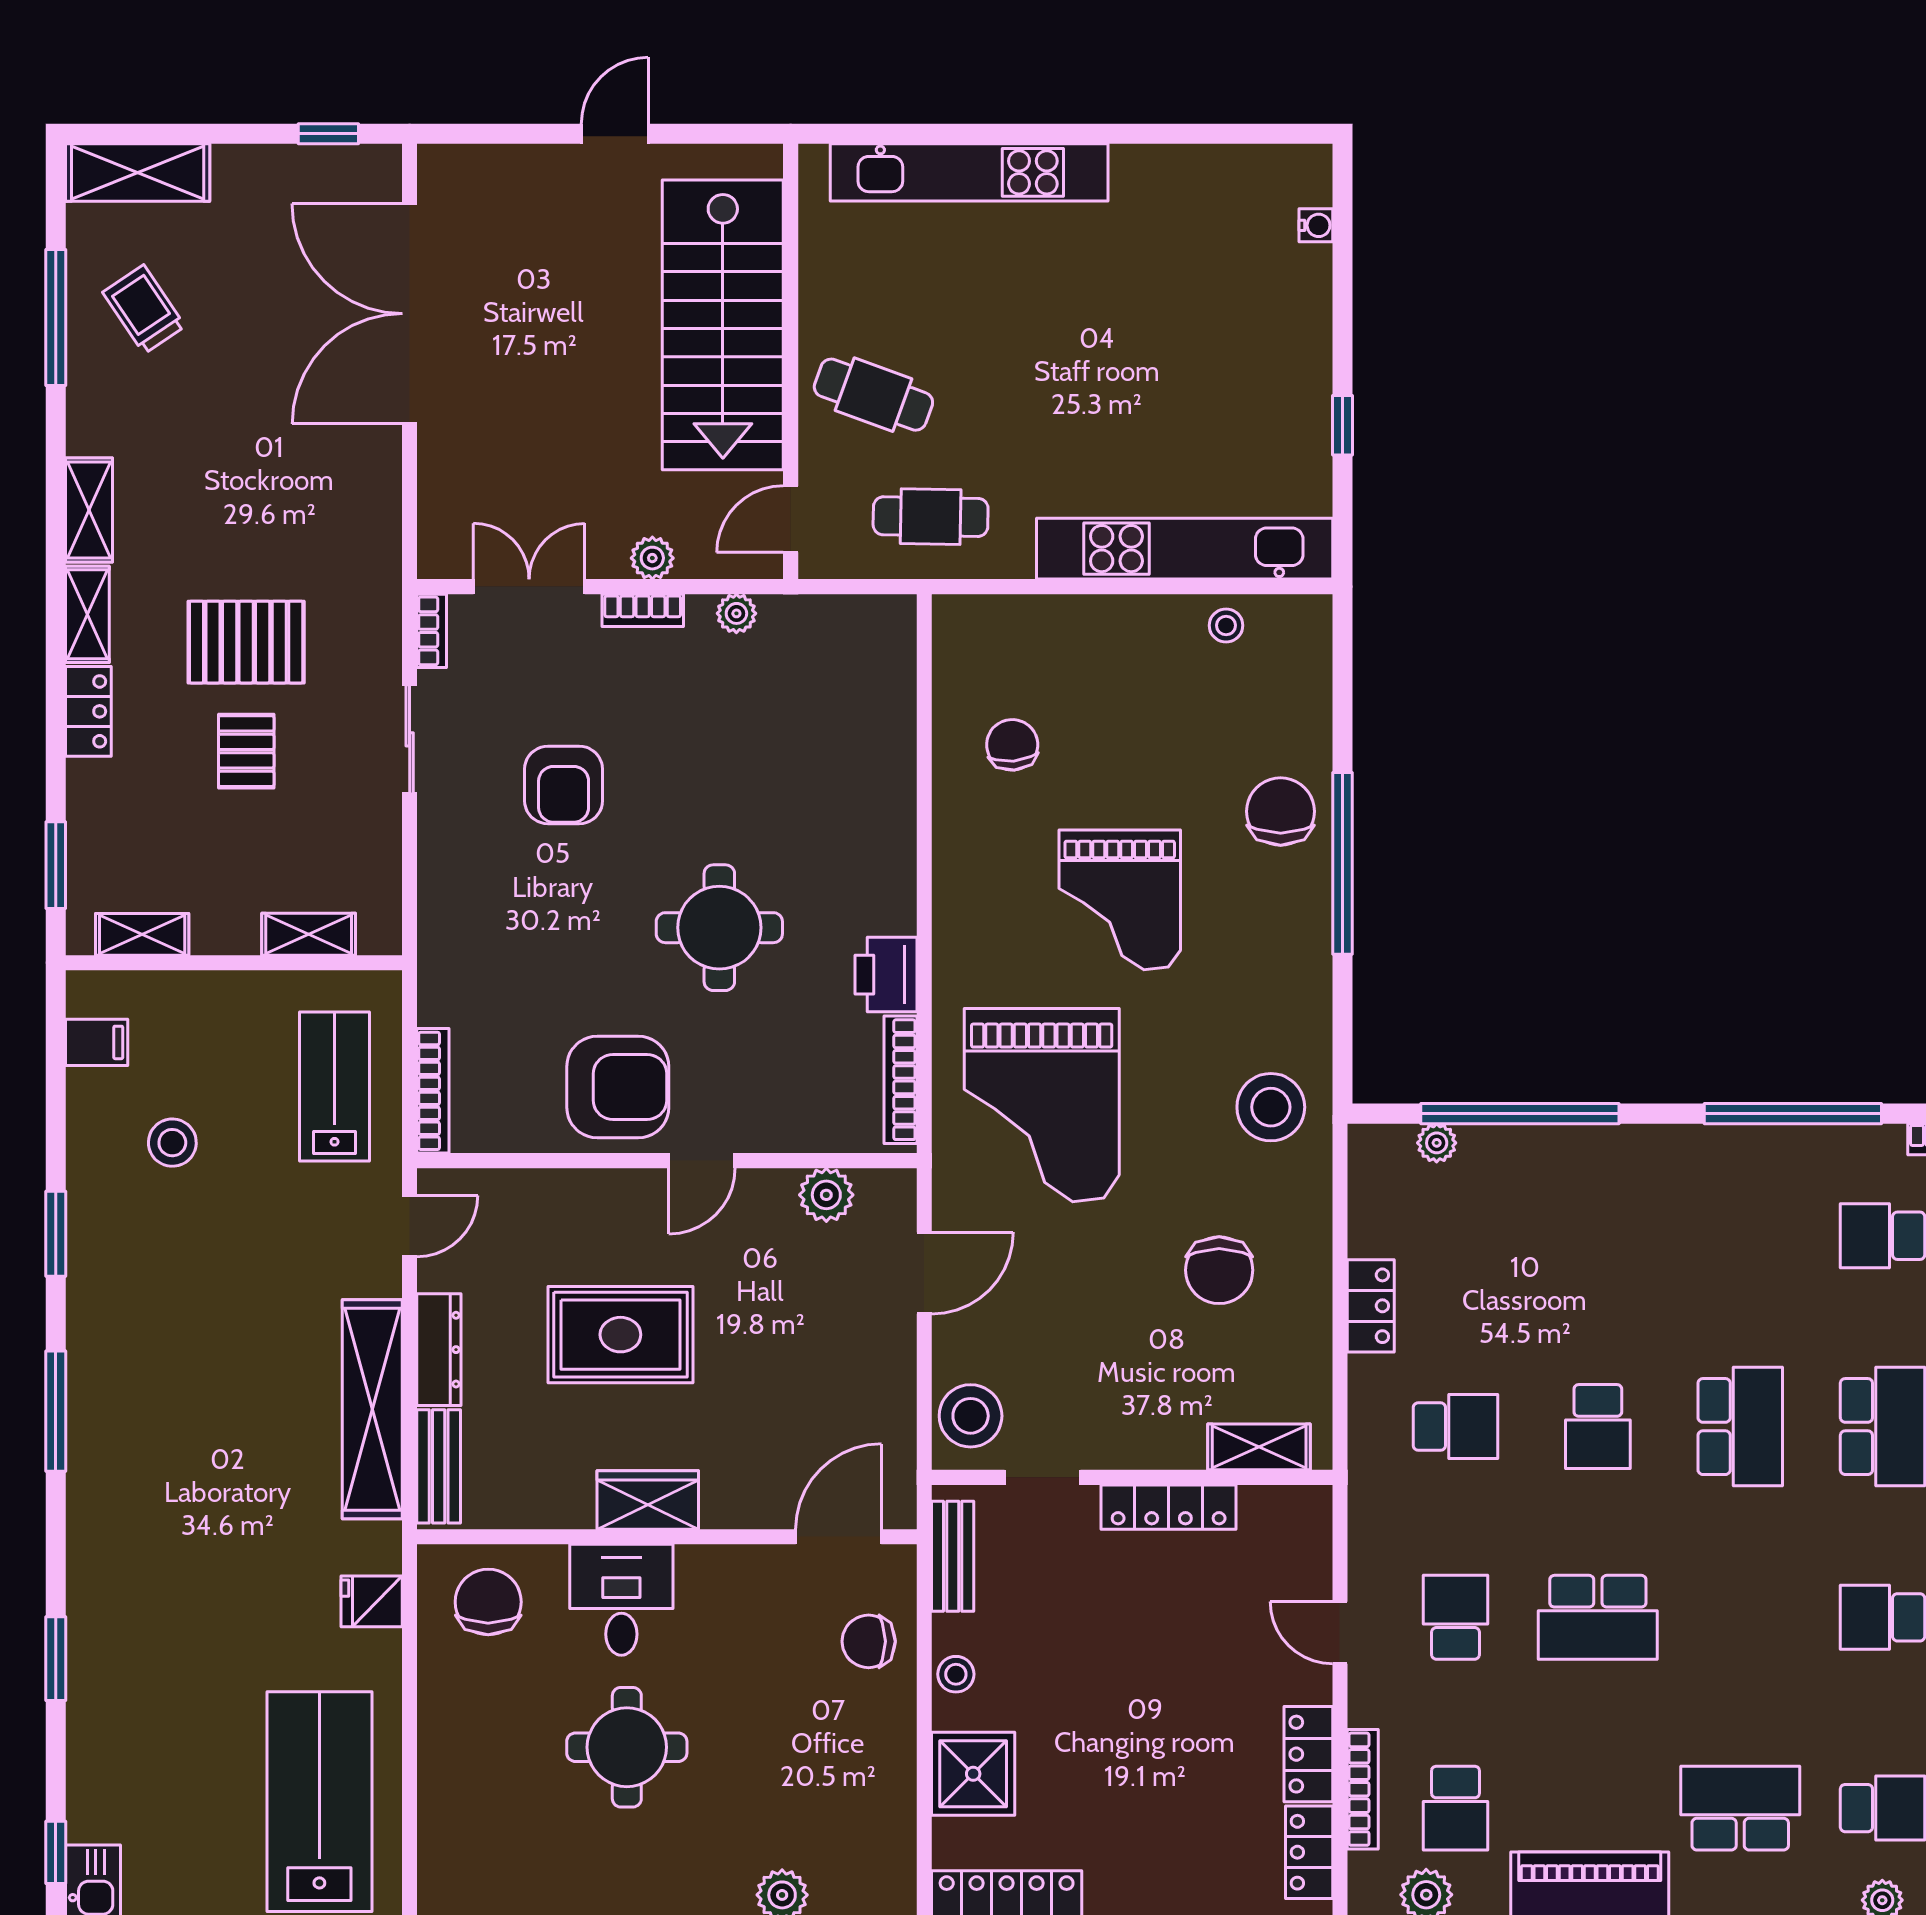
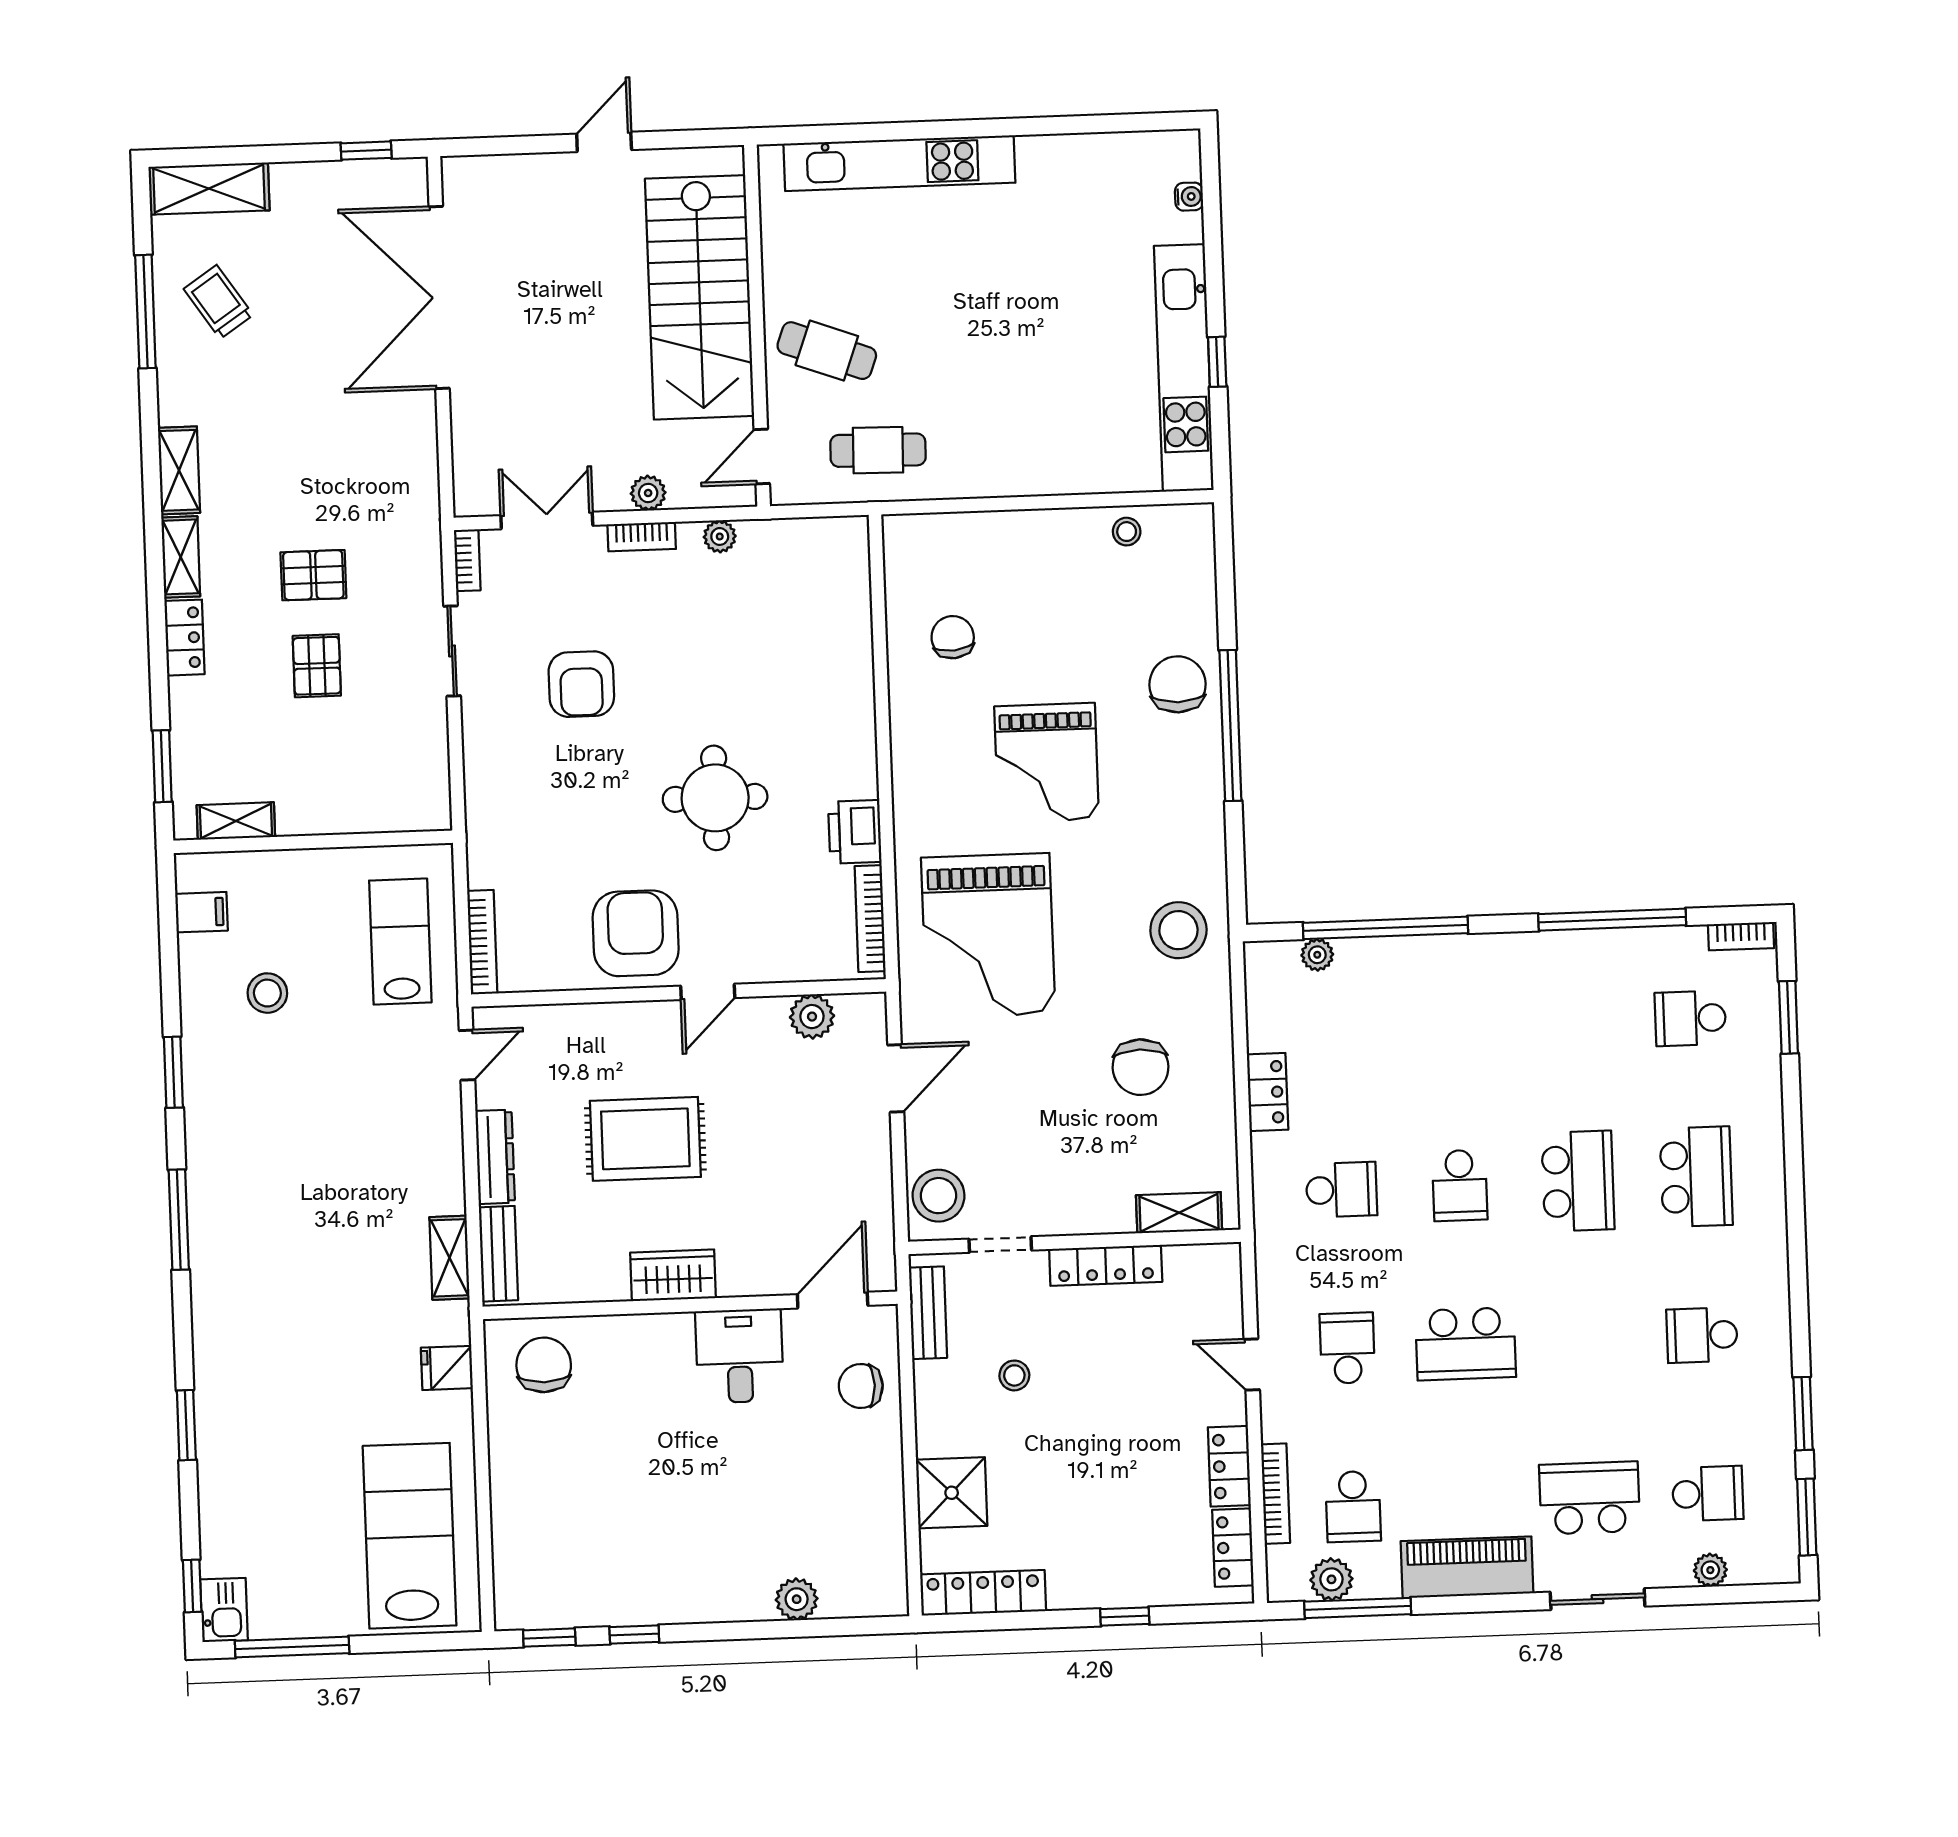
kitchen unit: (1185, 549) -> (1184, 368), moved, turned -90
pallet: (246, 642) -> (313, 575), width x0.67, depth x0.71
shelving: (309, 934) -> (374, 816), removed
armchair: (618, 1087) -> (636, 933), turned -90
shelving: (372, 1409) -> (450, 1258), width x0.45, depth x0.75
desk: (621, 1600) -> (739, 1356), moved
stool: (956, 1674) -> (1014, 1375), moved
round table: (627, 1747) -> (663, 1481), removed

